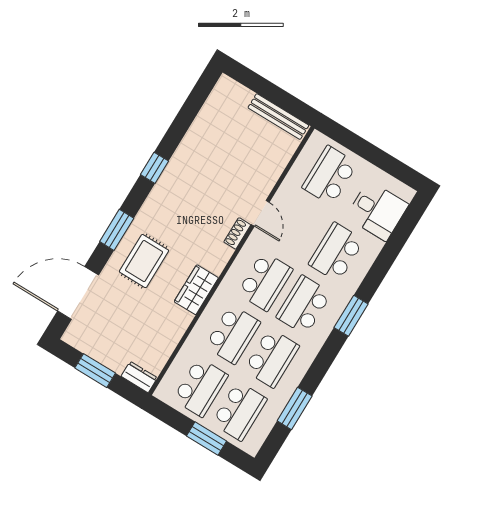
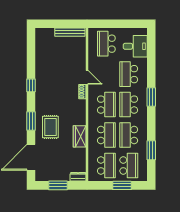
wardrobe: (196, 290) -> (80, 136), moved
school desk: (272, 358) -> (129, 135), turned 180

